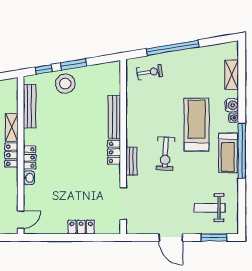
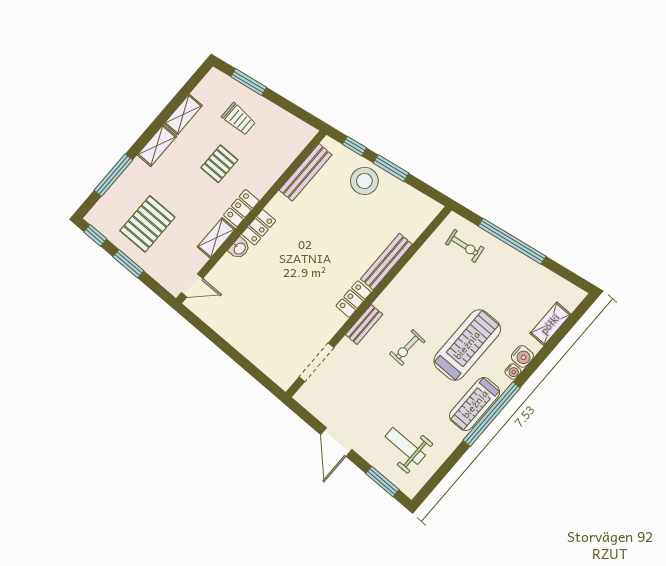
shelving: (12, 127) -> (216, 238), moved
exercise bike: (165, 154) -> (407, 347), width x0.73, depth x0.72
locker: (81, 227) -> (250, 349), removed

